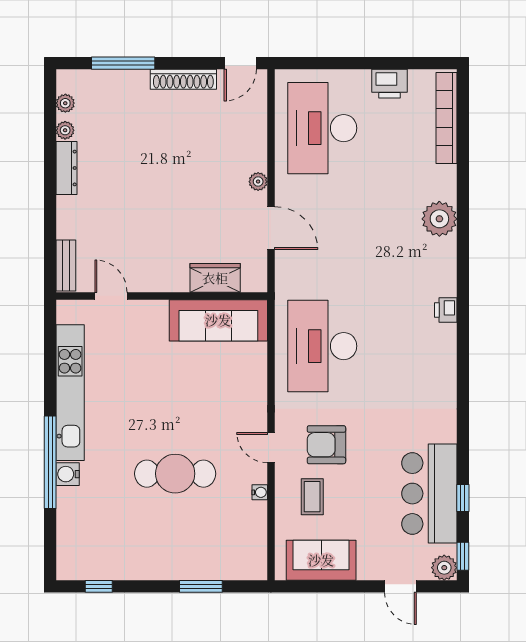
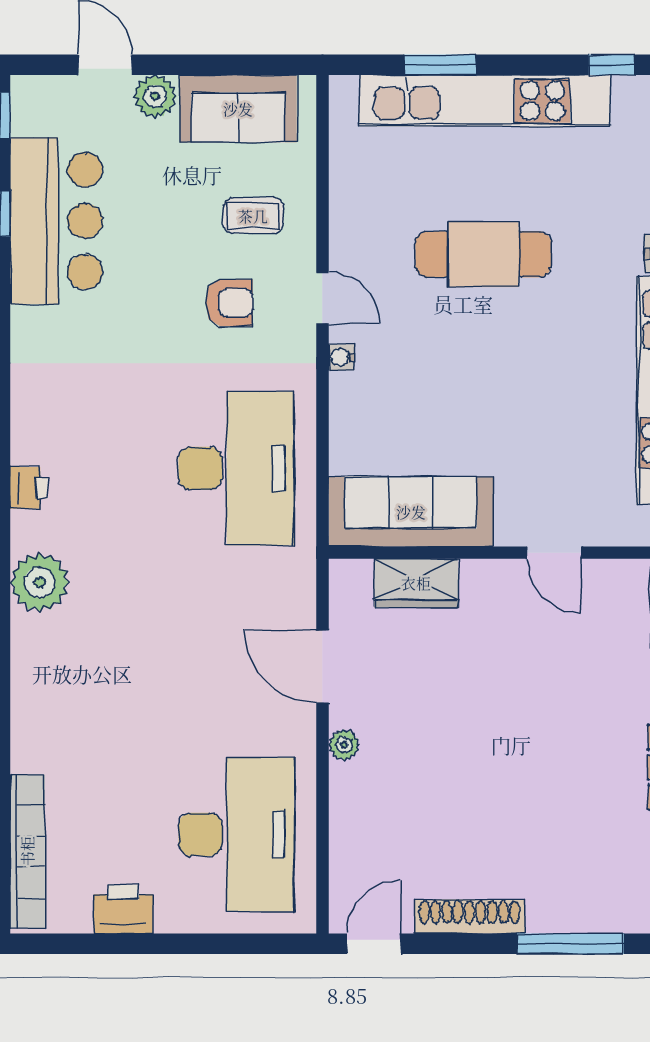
plant: (439, 219) -> (40, 582), moved
door: (111, 296) -> (554, 553), moved
printer: (446, 310) -> (29, 488), moved
armchair: (326, 445) -> (229, 303), width x0.72, depth x0.72
water cooler: (260, 492) -> (341, 357), moved
coffee table: (312, 497) -> (253, 216), turned 90
kitchen unit: (174, 565) -> (485, 101), added
plant: (444, 568) -> (155, 96), moved

